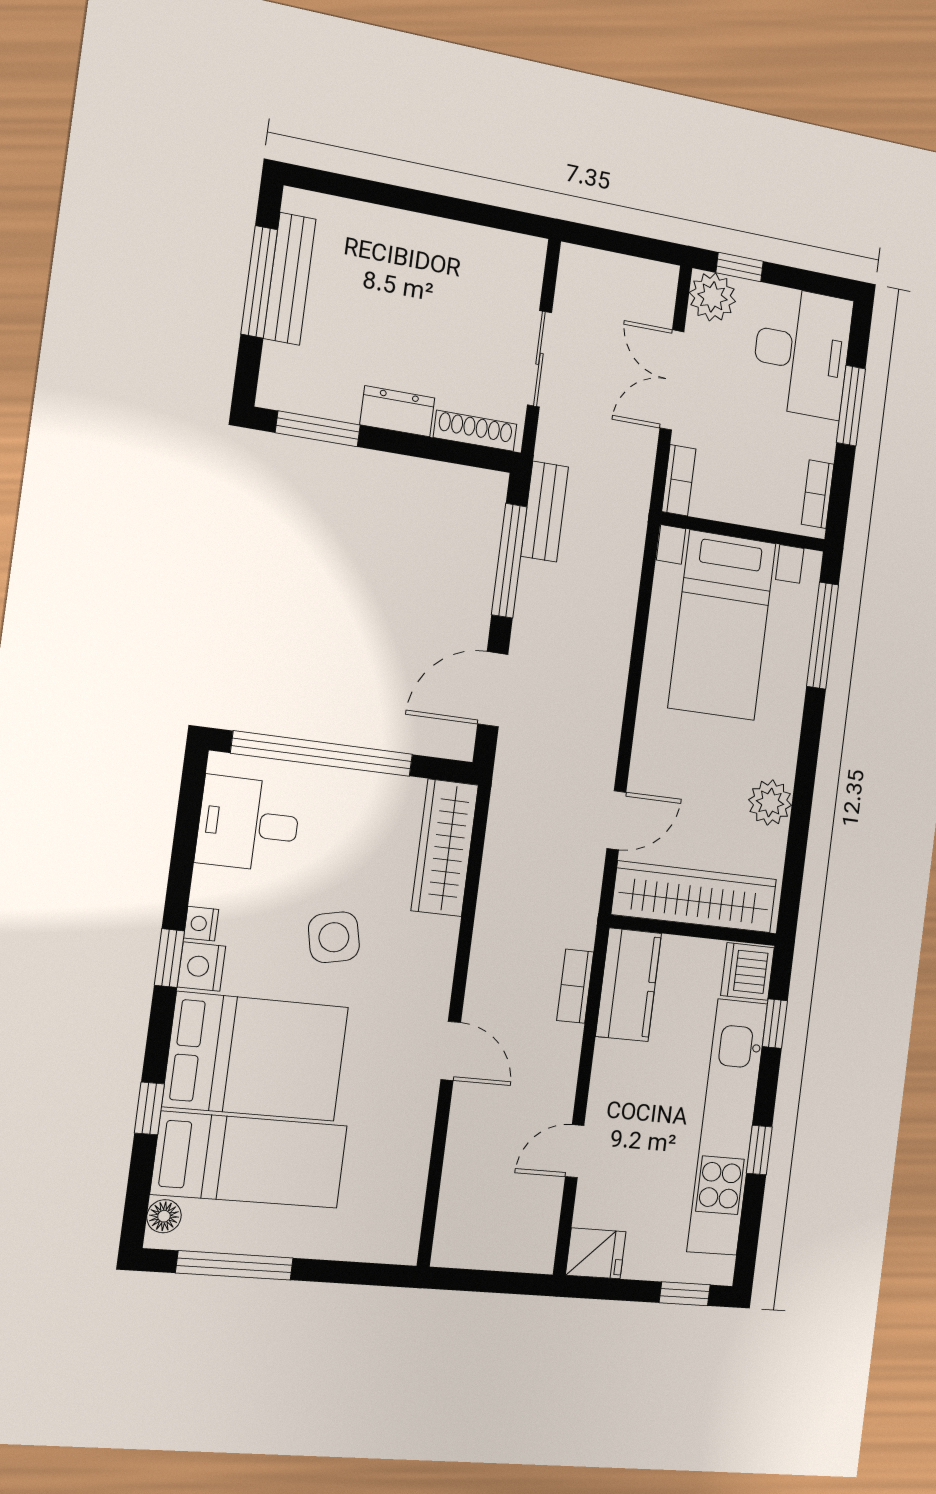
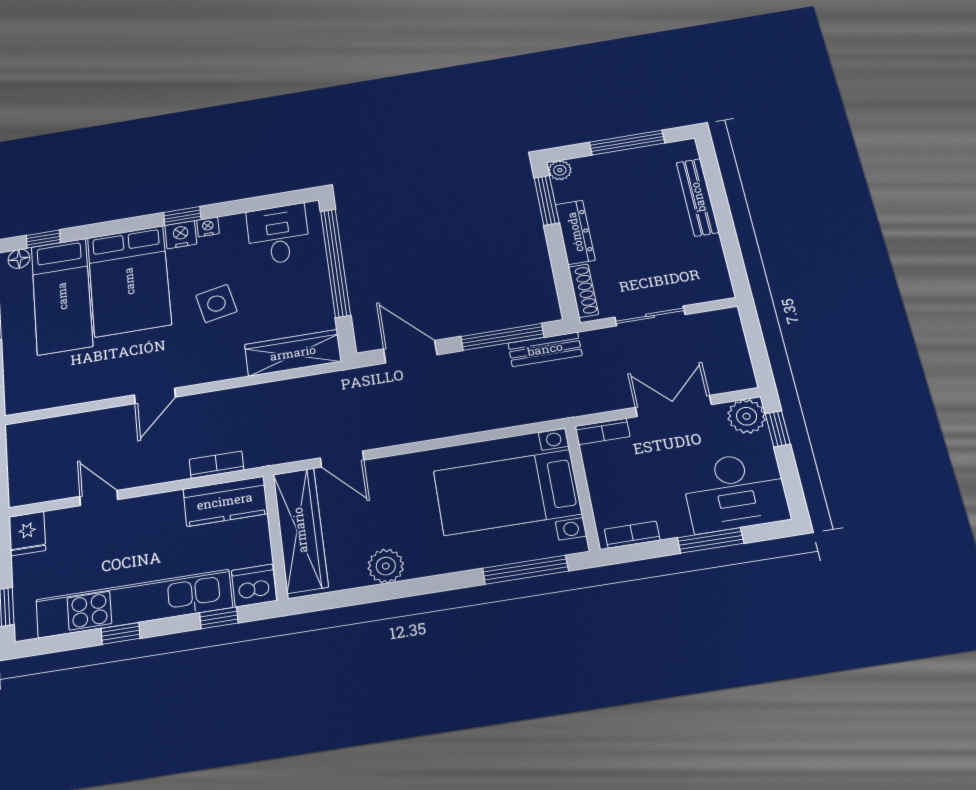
bench: (290, 279) -> (698, 197), moved, turned 90
plant: (274, 393) -> (560, 170), added
dresser: (397, 411) -> (575, 232), width x1.44
window: (149, 1108) -> (43, 239), moved

